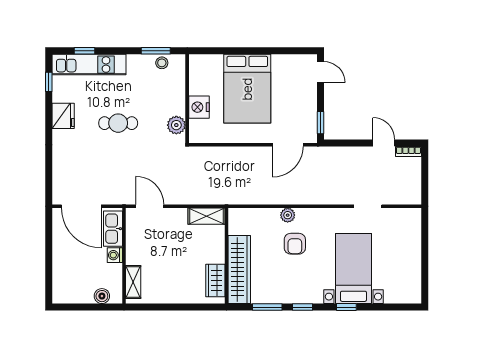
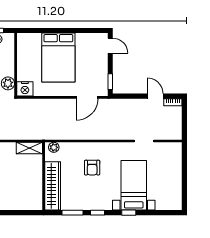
nightstand: (199, 107) -> (25, 89), moved, turned -90
plant: (288, 215) -> (54, 147), moved
wardrobe: (215, 280) -> (36, 194), removed

